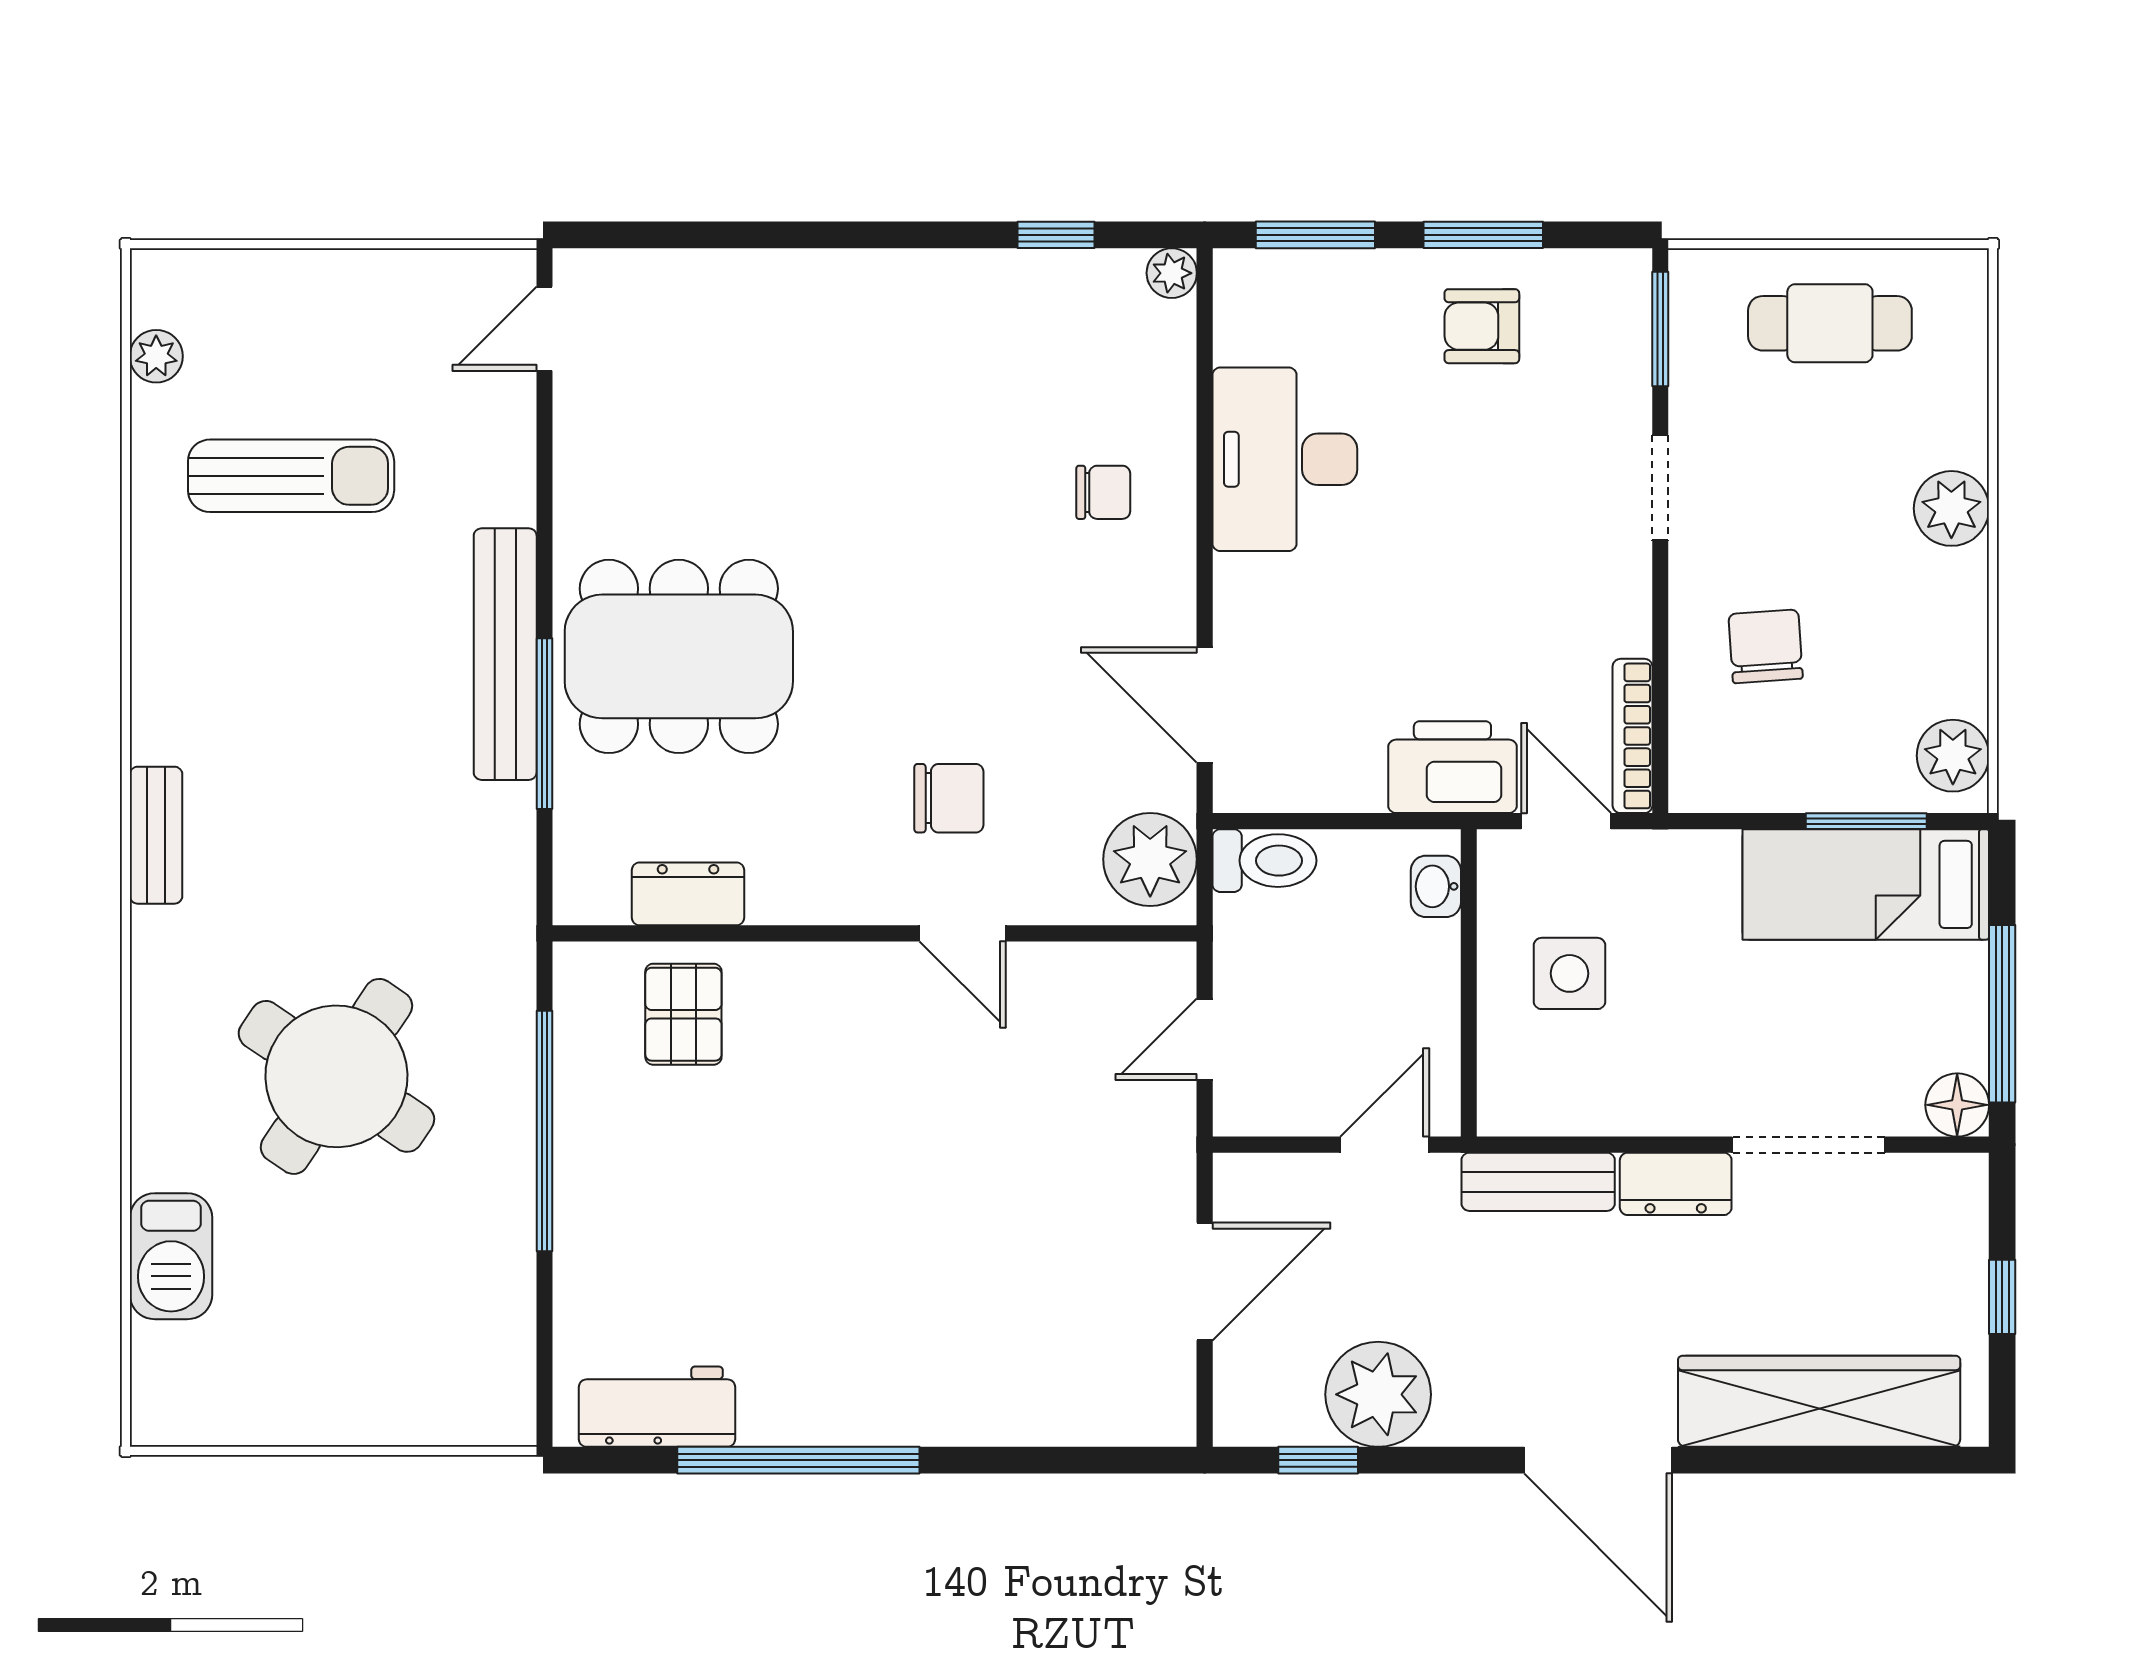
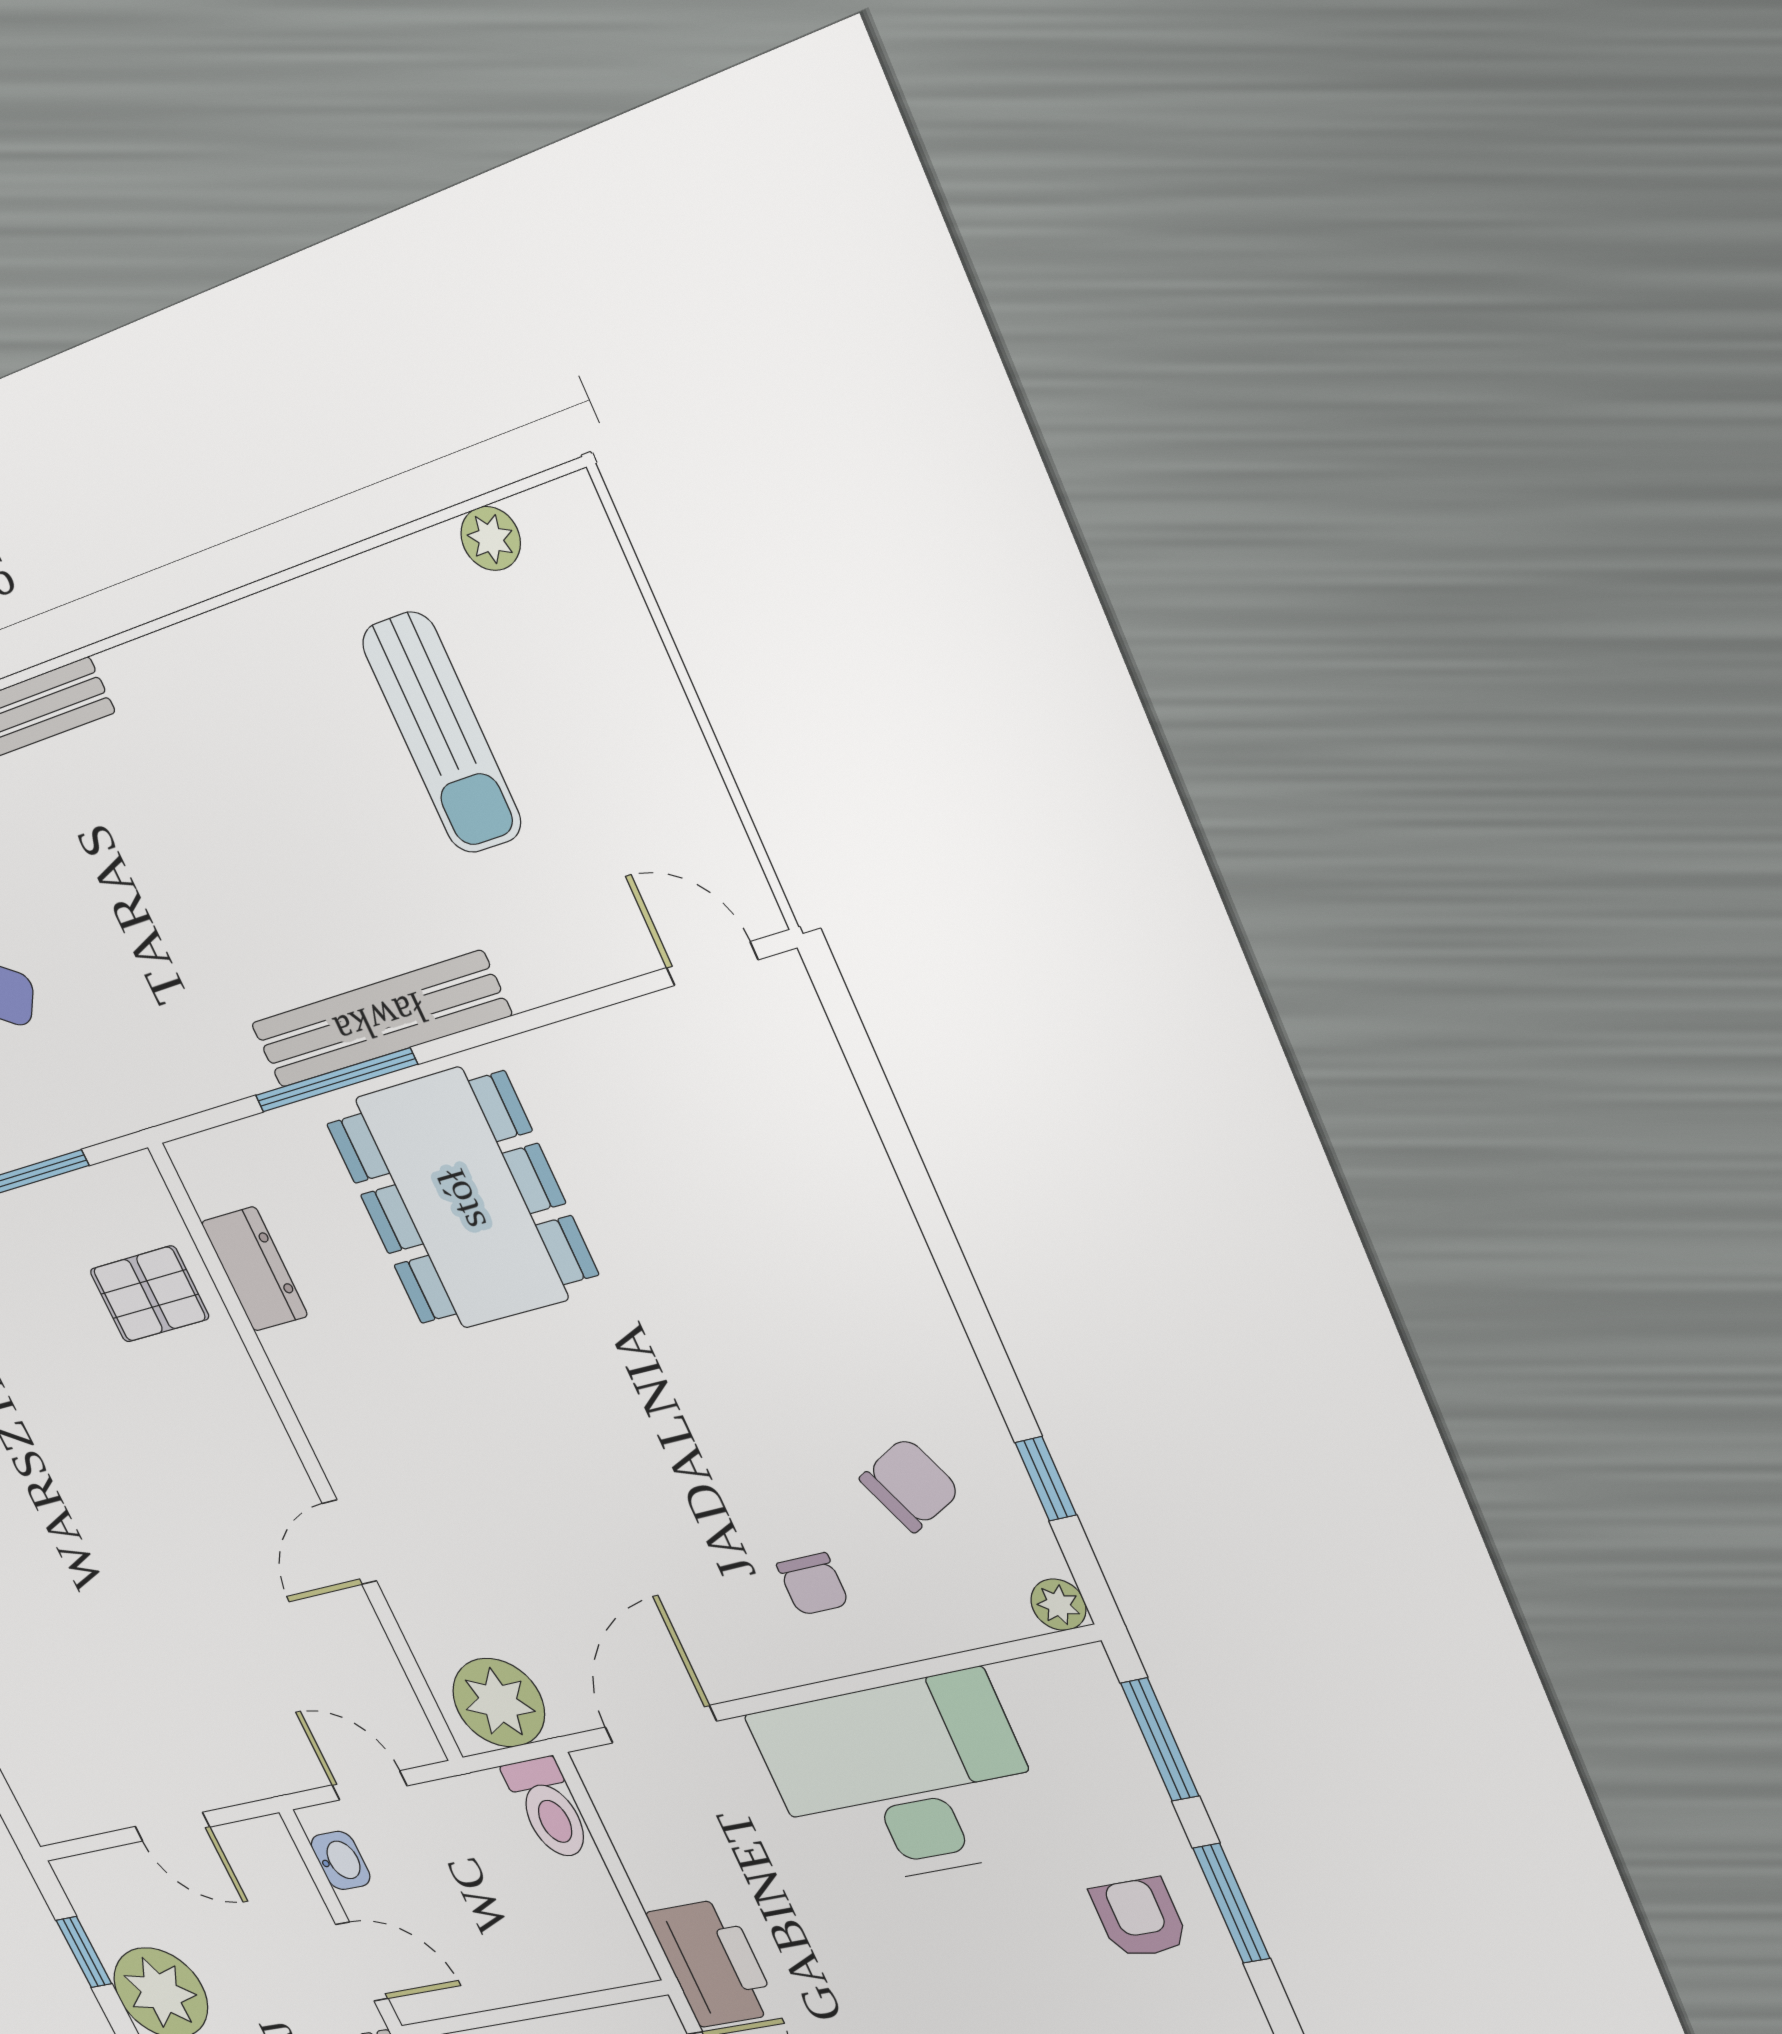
desk: (1285, 459) -> (902, 1781), width x1.36, depth x1.30
chair: (949, 798) -> (910, 1485), moved, turned -115
washbasin: (1436, 886) -> (341, 1860), moved, turned 90
door: (1205, 1281) -> (172, 1827), width x0.73

